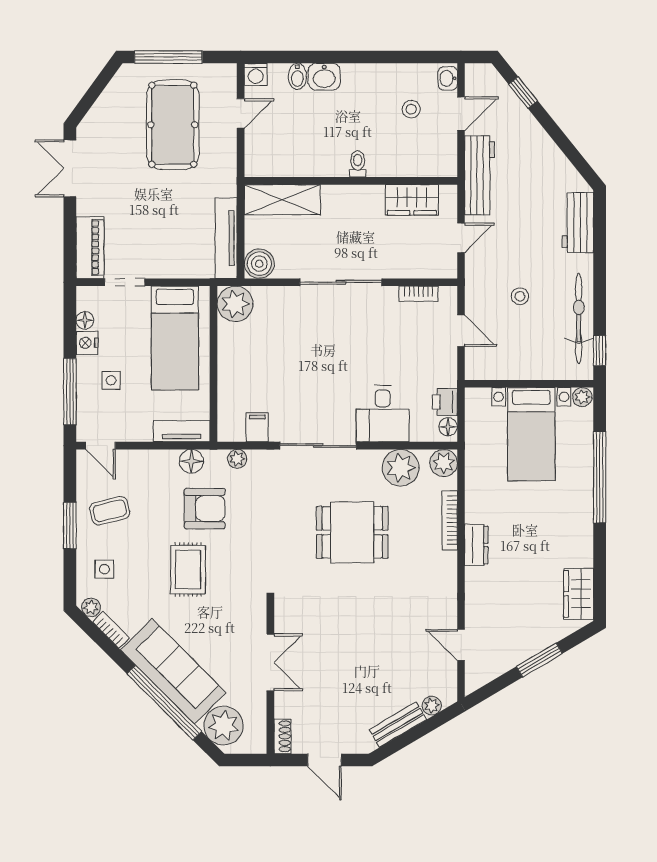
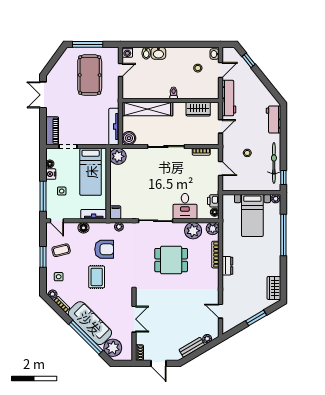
shelving: (282, 200) -> (147, 109), width x1.47
filing cabinet: (257, 427) -> (116, 212), moved
floor lamp: (191, 461) -> (84, 228), moved

